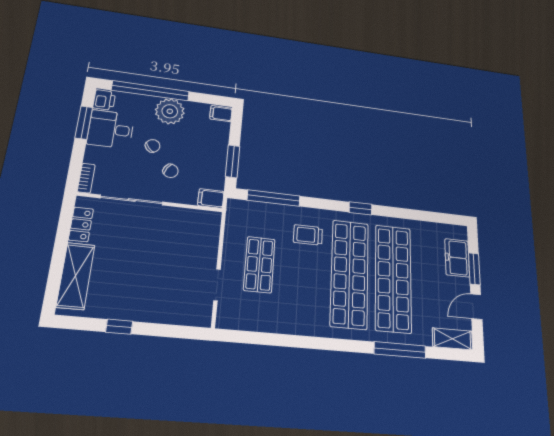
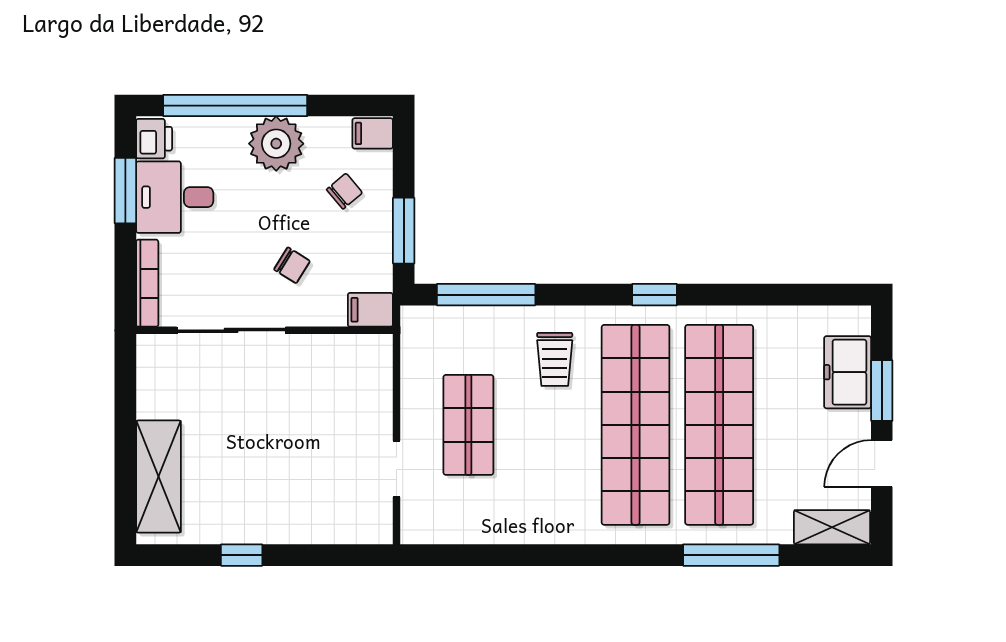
chair: (153, 146) -> (344, 191), moved
bookcase: (86, 178) -> (147, 283), width x1.56
locker: (81, 224) -> (152, 386), removed
trolley: (308, 235) -> (555, 359), turned -90

